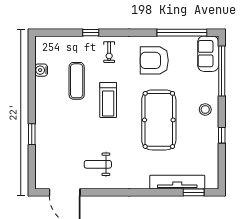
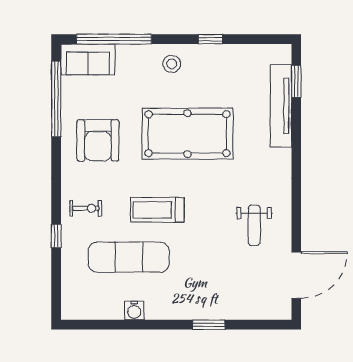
water cooler: (41, 70) -> (134, 310), moved
exercise mat: (77, 81) -> (129, 257), width x1.36, depth x1.45
treadmill: (108, 100) -> (157, 210), turned 180

